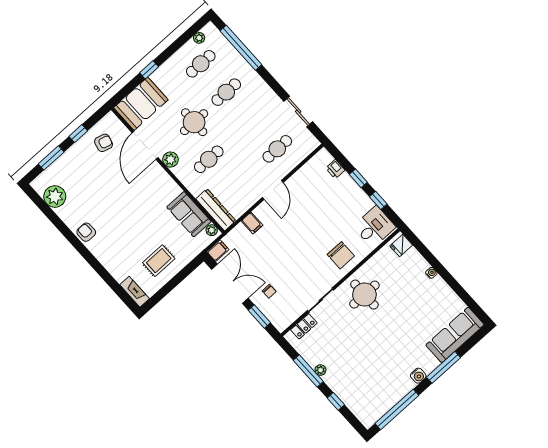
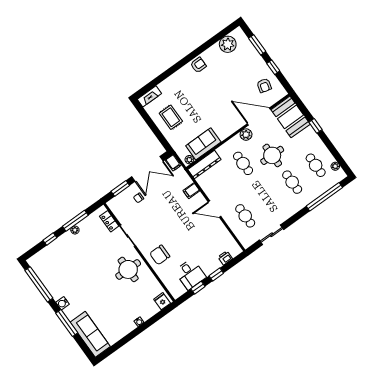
desk: (374, 227) -> (190, 274), moved

